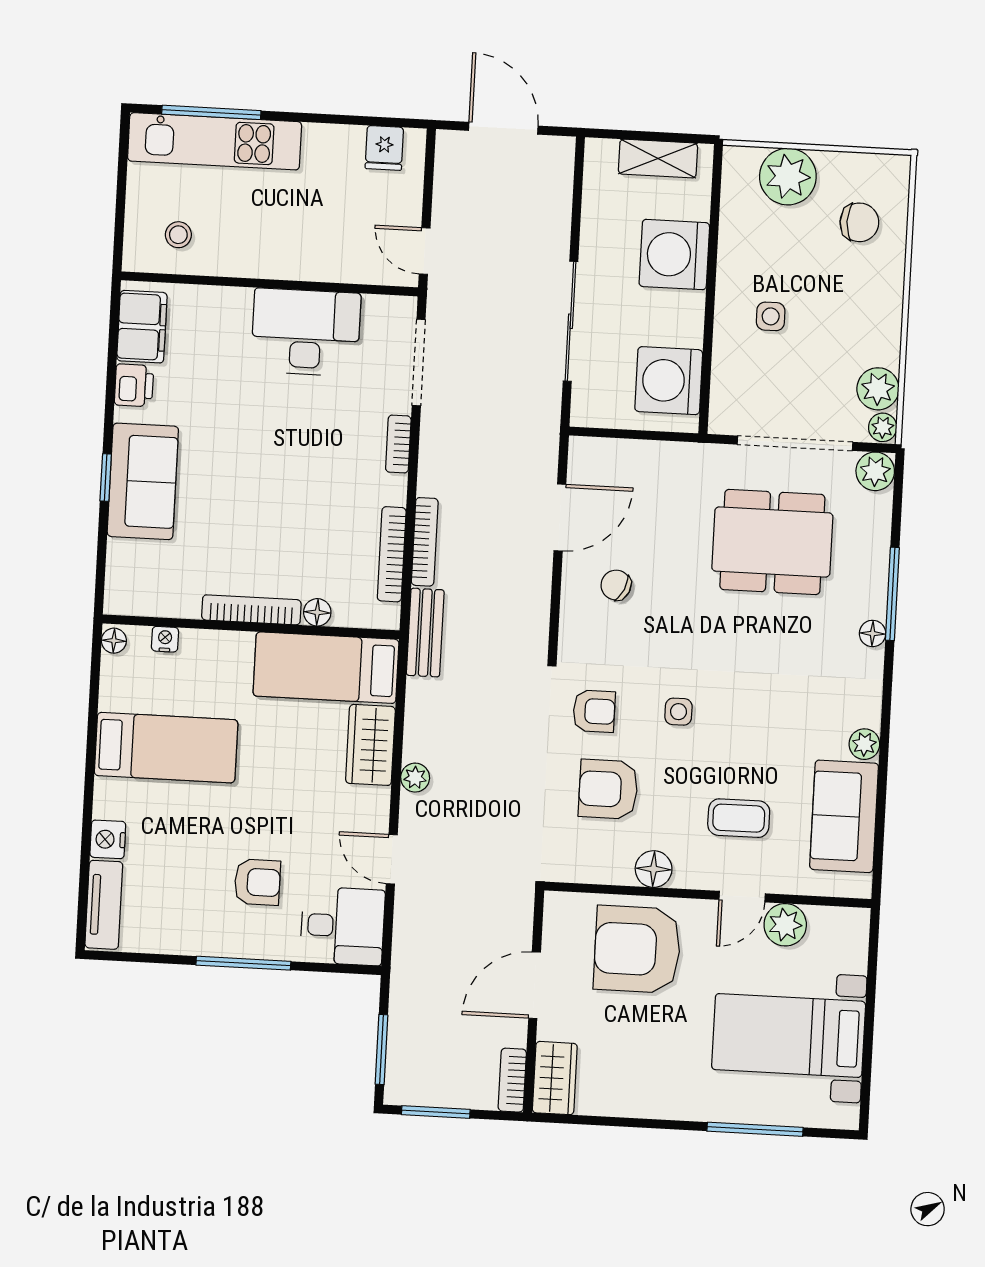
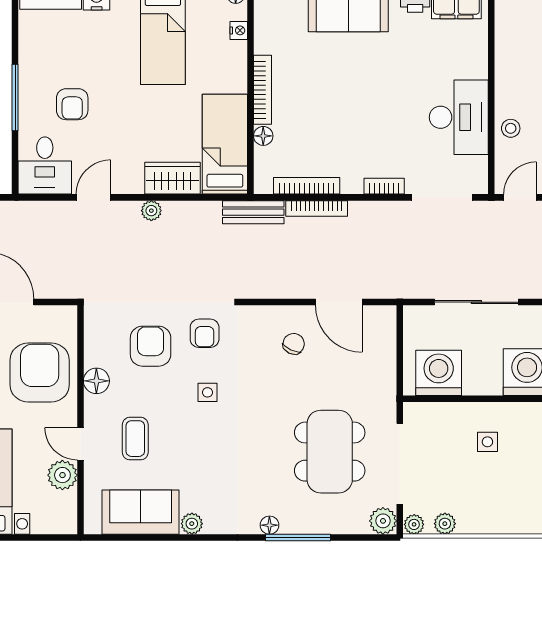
stool: (178, 235) -> (511, 128), moved
plant: (878, 389) -> (445, 524), width x0.73, depth x0.73

